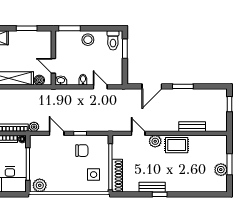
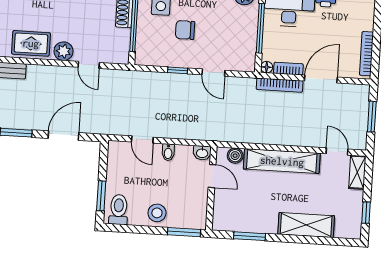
plant: (34, 127) -> (248, 85), removed
chair: (82, 151) -> (185, 30), moved

